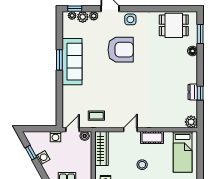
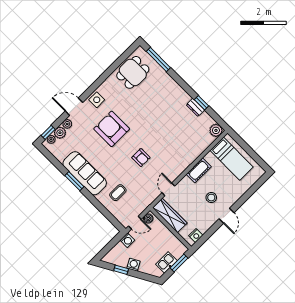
window: (200, 34) -> (158, 59), width x1.44
armchair: (121, 50) -> (112, 129), turned -90
floor lamp: (193, 51) -> (165, 78), removed
armchair: (121, 89) -> (141, 158), added
coffee table: (96, 116) -> (118, 193), moved
door: (73, 130) -> (135, 223), swing flipped
door: (130, 130) -> (168, 189), moved

